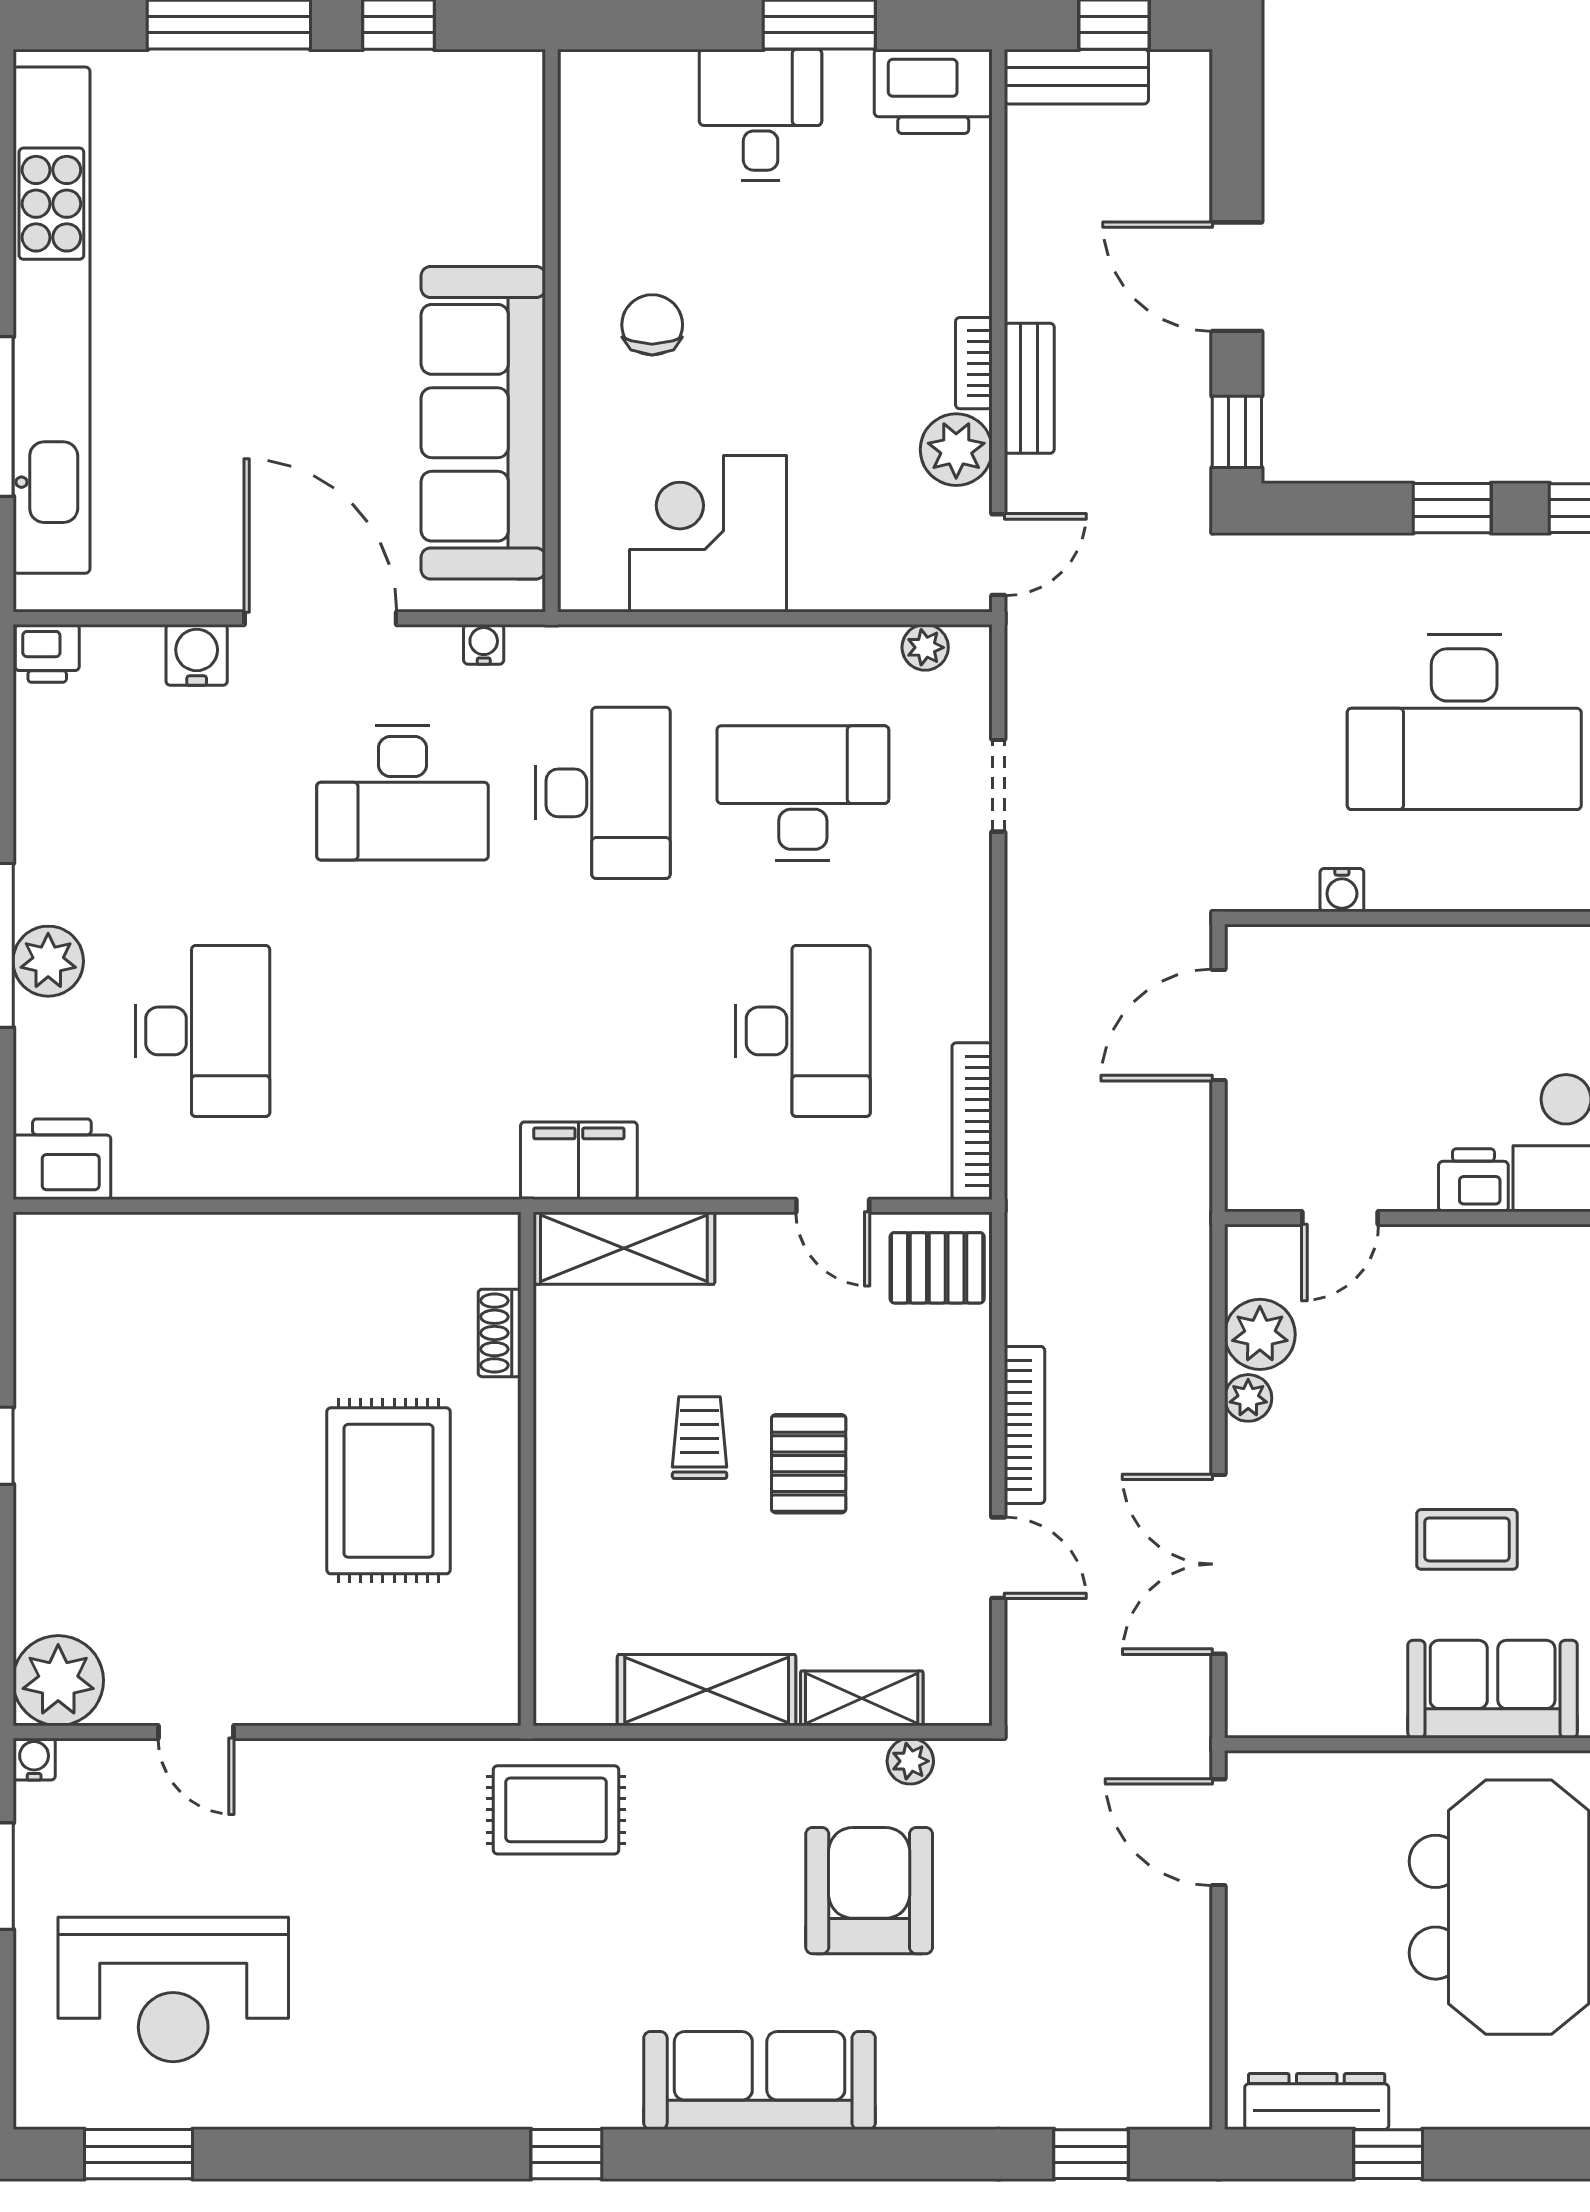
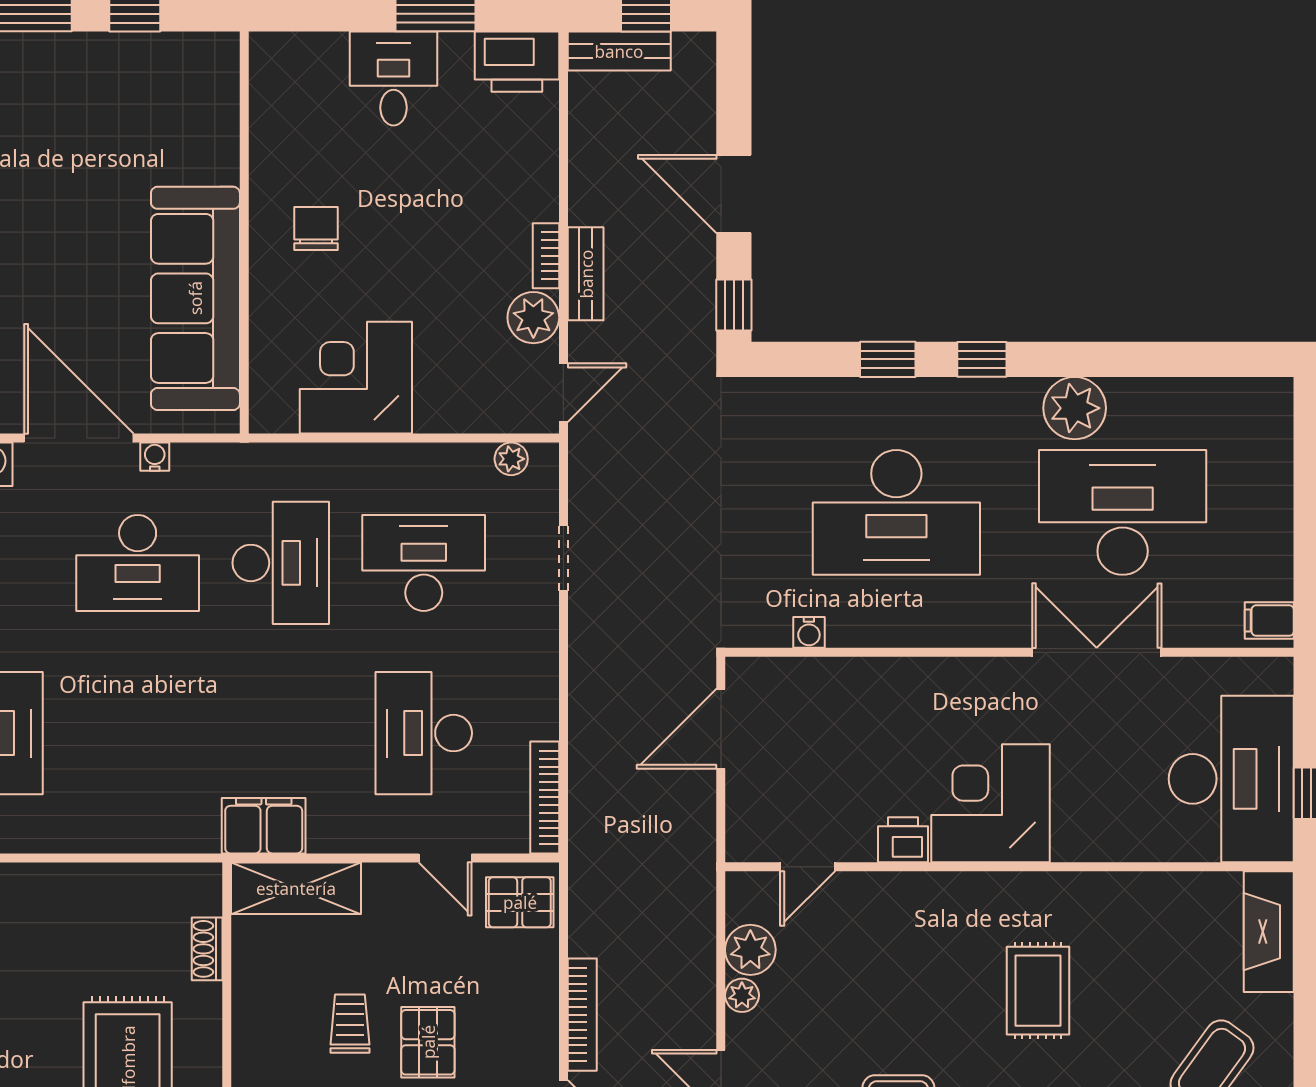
water cooler: (484, 644) -> (155, 457), moved
desk: (803, 1031) -> (424, 733), turned 180

